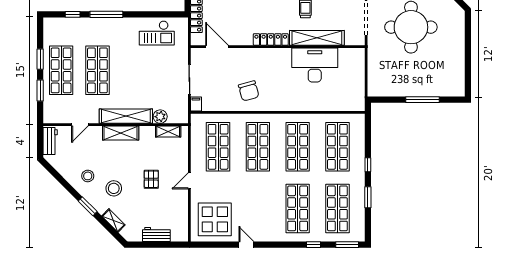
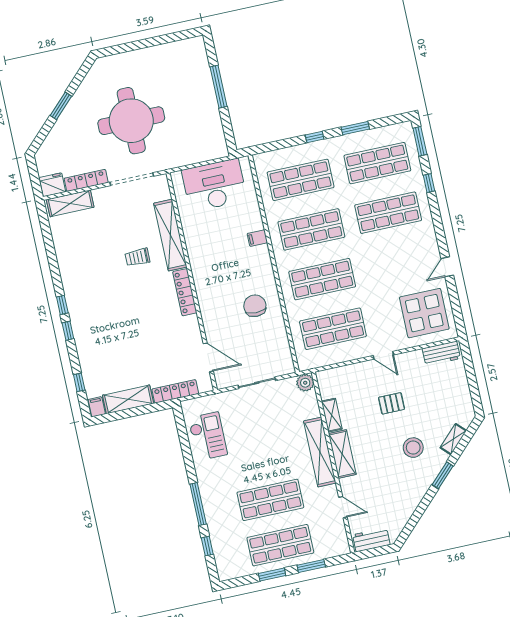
door: (217, 47) -> (208, 357), swing flipped
desk: (315, 65) -> (214, 185), moved, turned 90
chair: (249, 91) -> (255, 306), turned -75
filing cabinet: (196, 104) -> (257, 238), moved
plant: (160, 117) -> (305, 383), moved
shelving: (168, 131) -> (332, 415), moved
stool: (88, 176) -> (405, 483), removed
workbench: (156, 234) -> (441, 354), moved, turned -90

